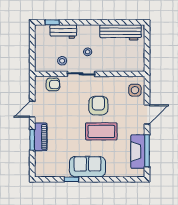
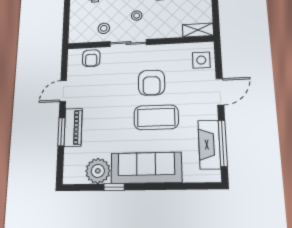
shelving: (133, 67) -> (198, 30), added
armchair: (53, 84) -> (91, 58), turned 90
armchair: (98, 106) -> (152, 83), turned 180
sofa: (87, 167) -> (146, 168), width x1.36
plant: (60, 168) -> (98, 171), added

